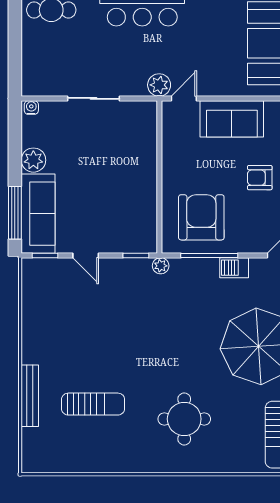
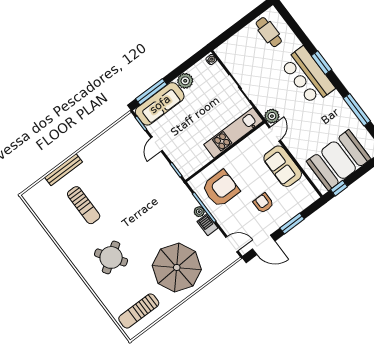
door: (184, 98) -> (275, 134), hinge flipped
kitchen unit: (144, 149) -> (233, 133), added
plant: (161, 266) -> (199, 212), moved
round table: (184, 419) -> (111, 257), turned -34

